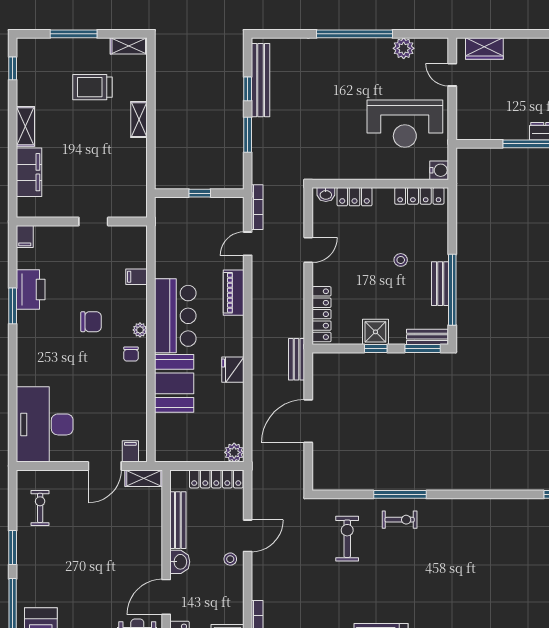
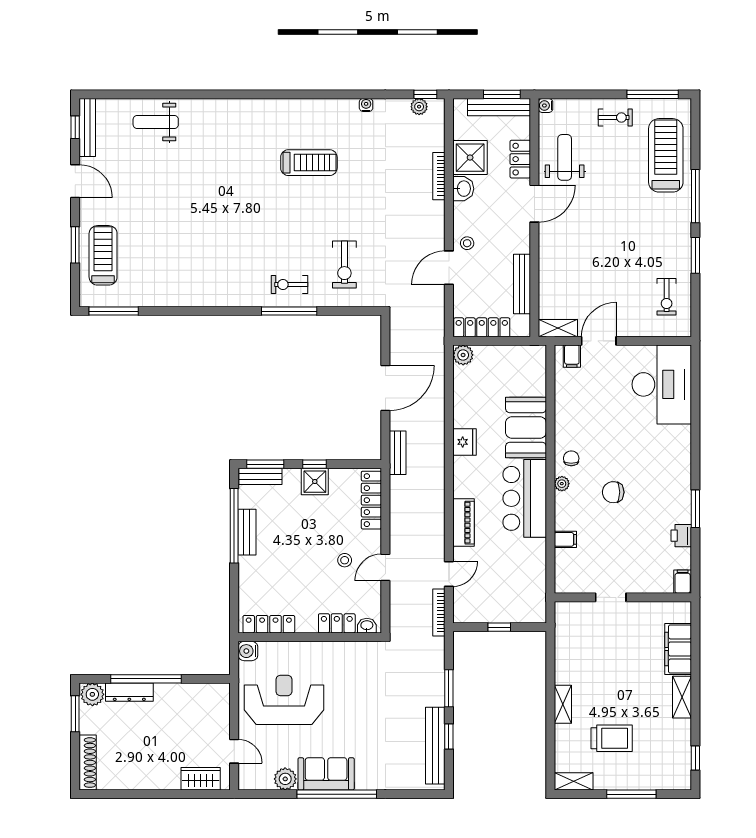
sofa: (365, 53) -> (326, 774), added
stool: (401, 260) -> (345, 560), moved
printer: (31, 290) -> (681, 536), width x0.53, depth x0.68
washbasin: (180, 562) -> (463, 189), moved, turned 180

